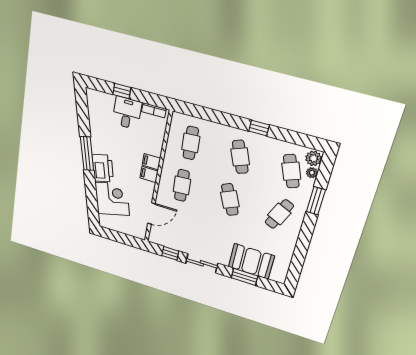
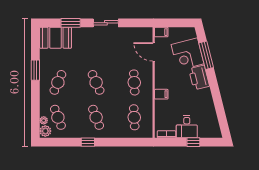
window: (87, 154) -> (206, 55), moved
filing cabinet: (149, 175) -> (161, 32), moved
window: (316, 201) -> (35, 70), moved
door: (151, 213) -> (154, 52), hinge flipped
window: (170, 253) -> (132, 23), removed
booth: (251, 261) -> (55, 38), moved

